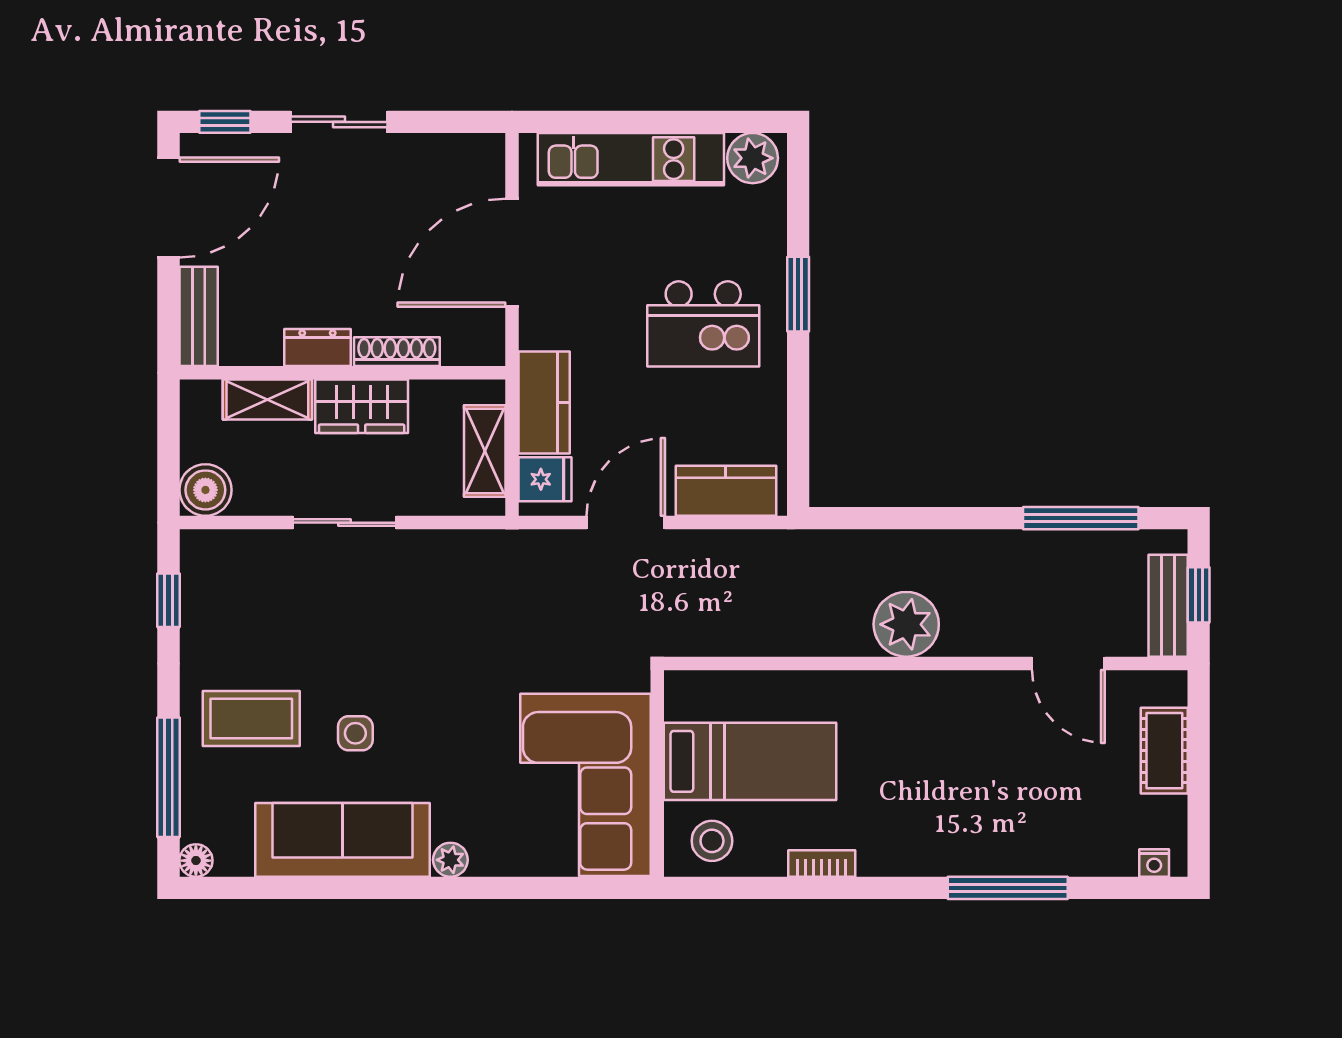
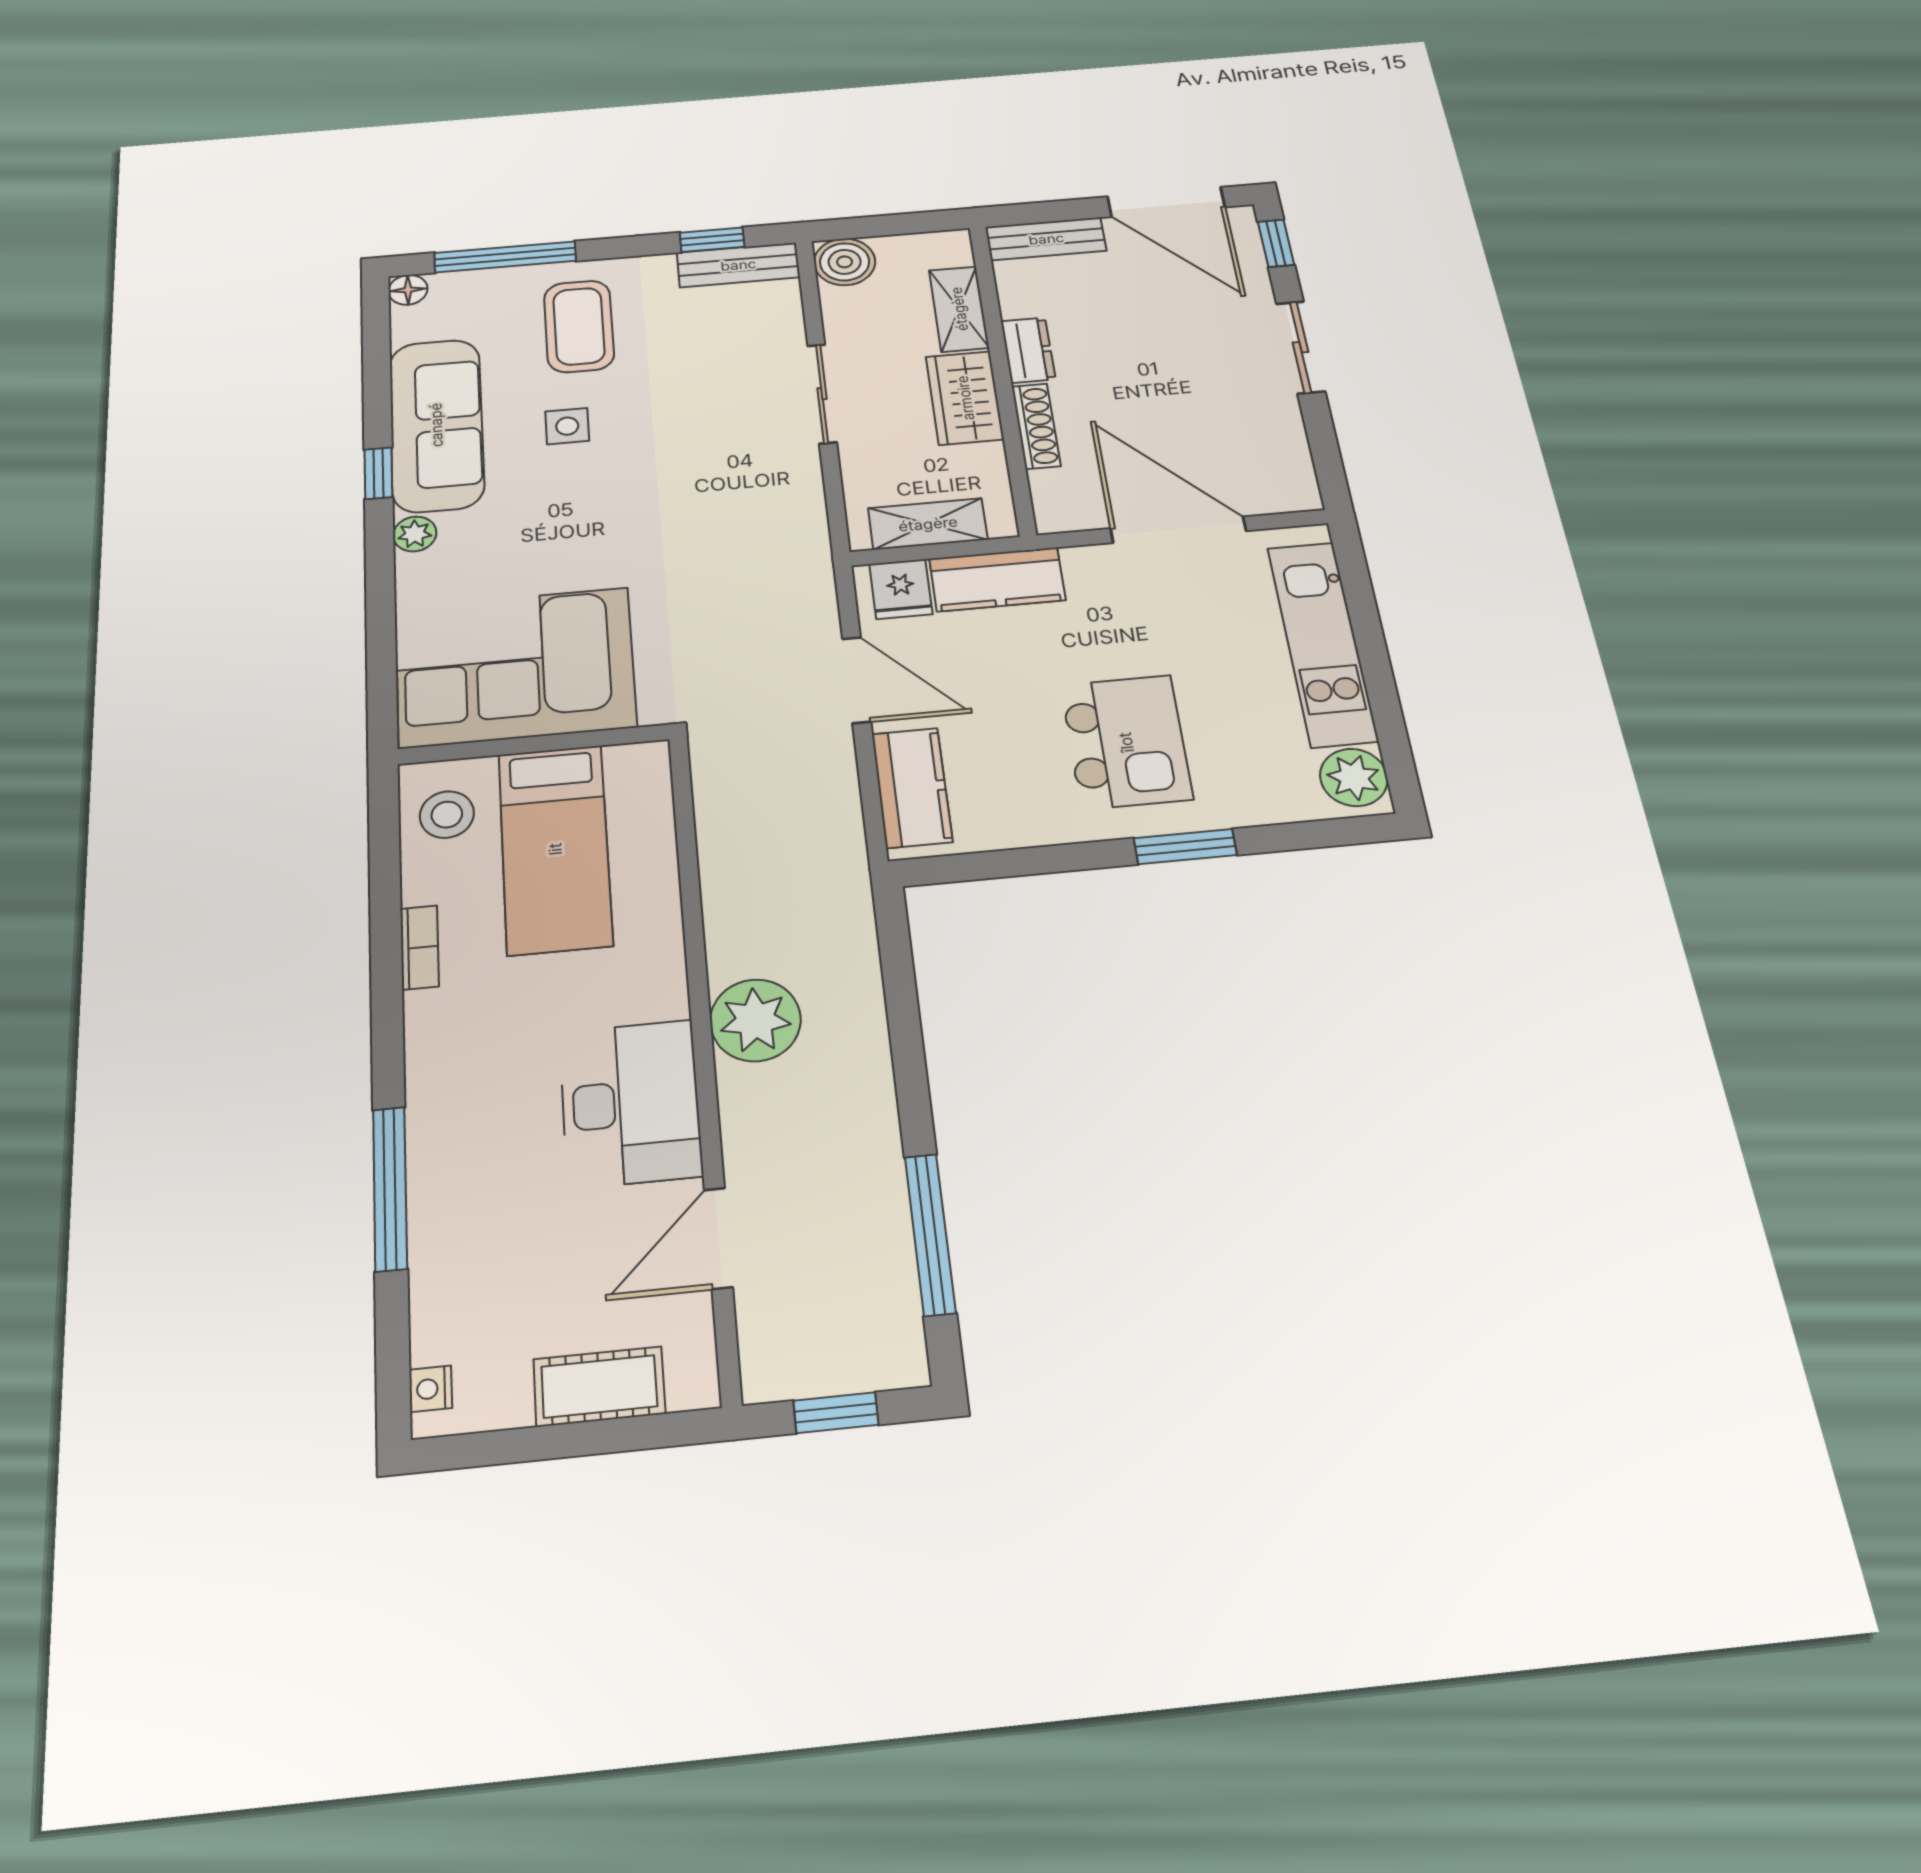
kitchen island: (703, 324) -> (1126, 742), turned 180
bench: (1168, 606) -> (738, 265), moved
desk: (961, 718) -> (630, 1103), added
window: (387, 888) -> (378, 473), added

